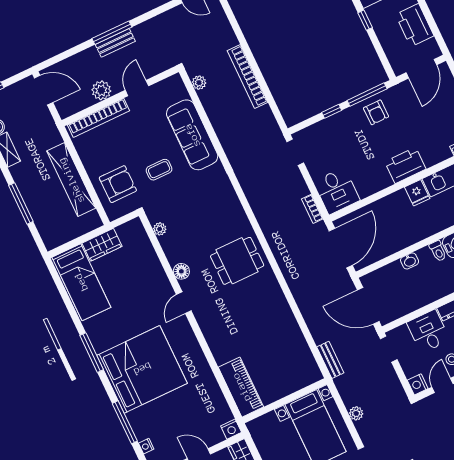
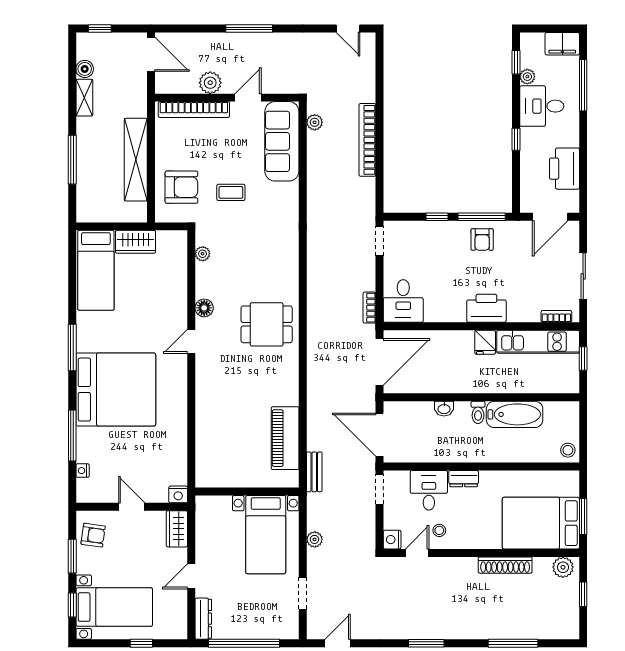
bench: (115, 43) -> (248, 41), removed
sofa: (192, 135) -> (282, 141), moved
piano: (241, 387) -> (285, 438), moved, turned 180

